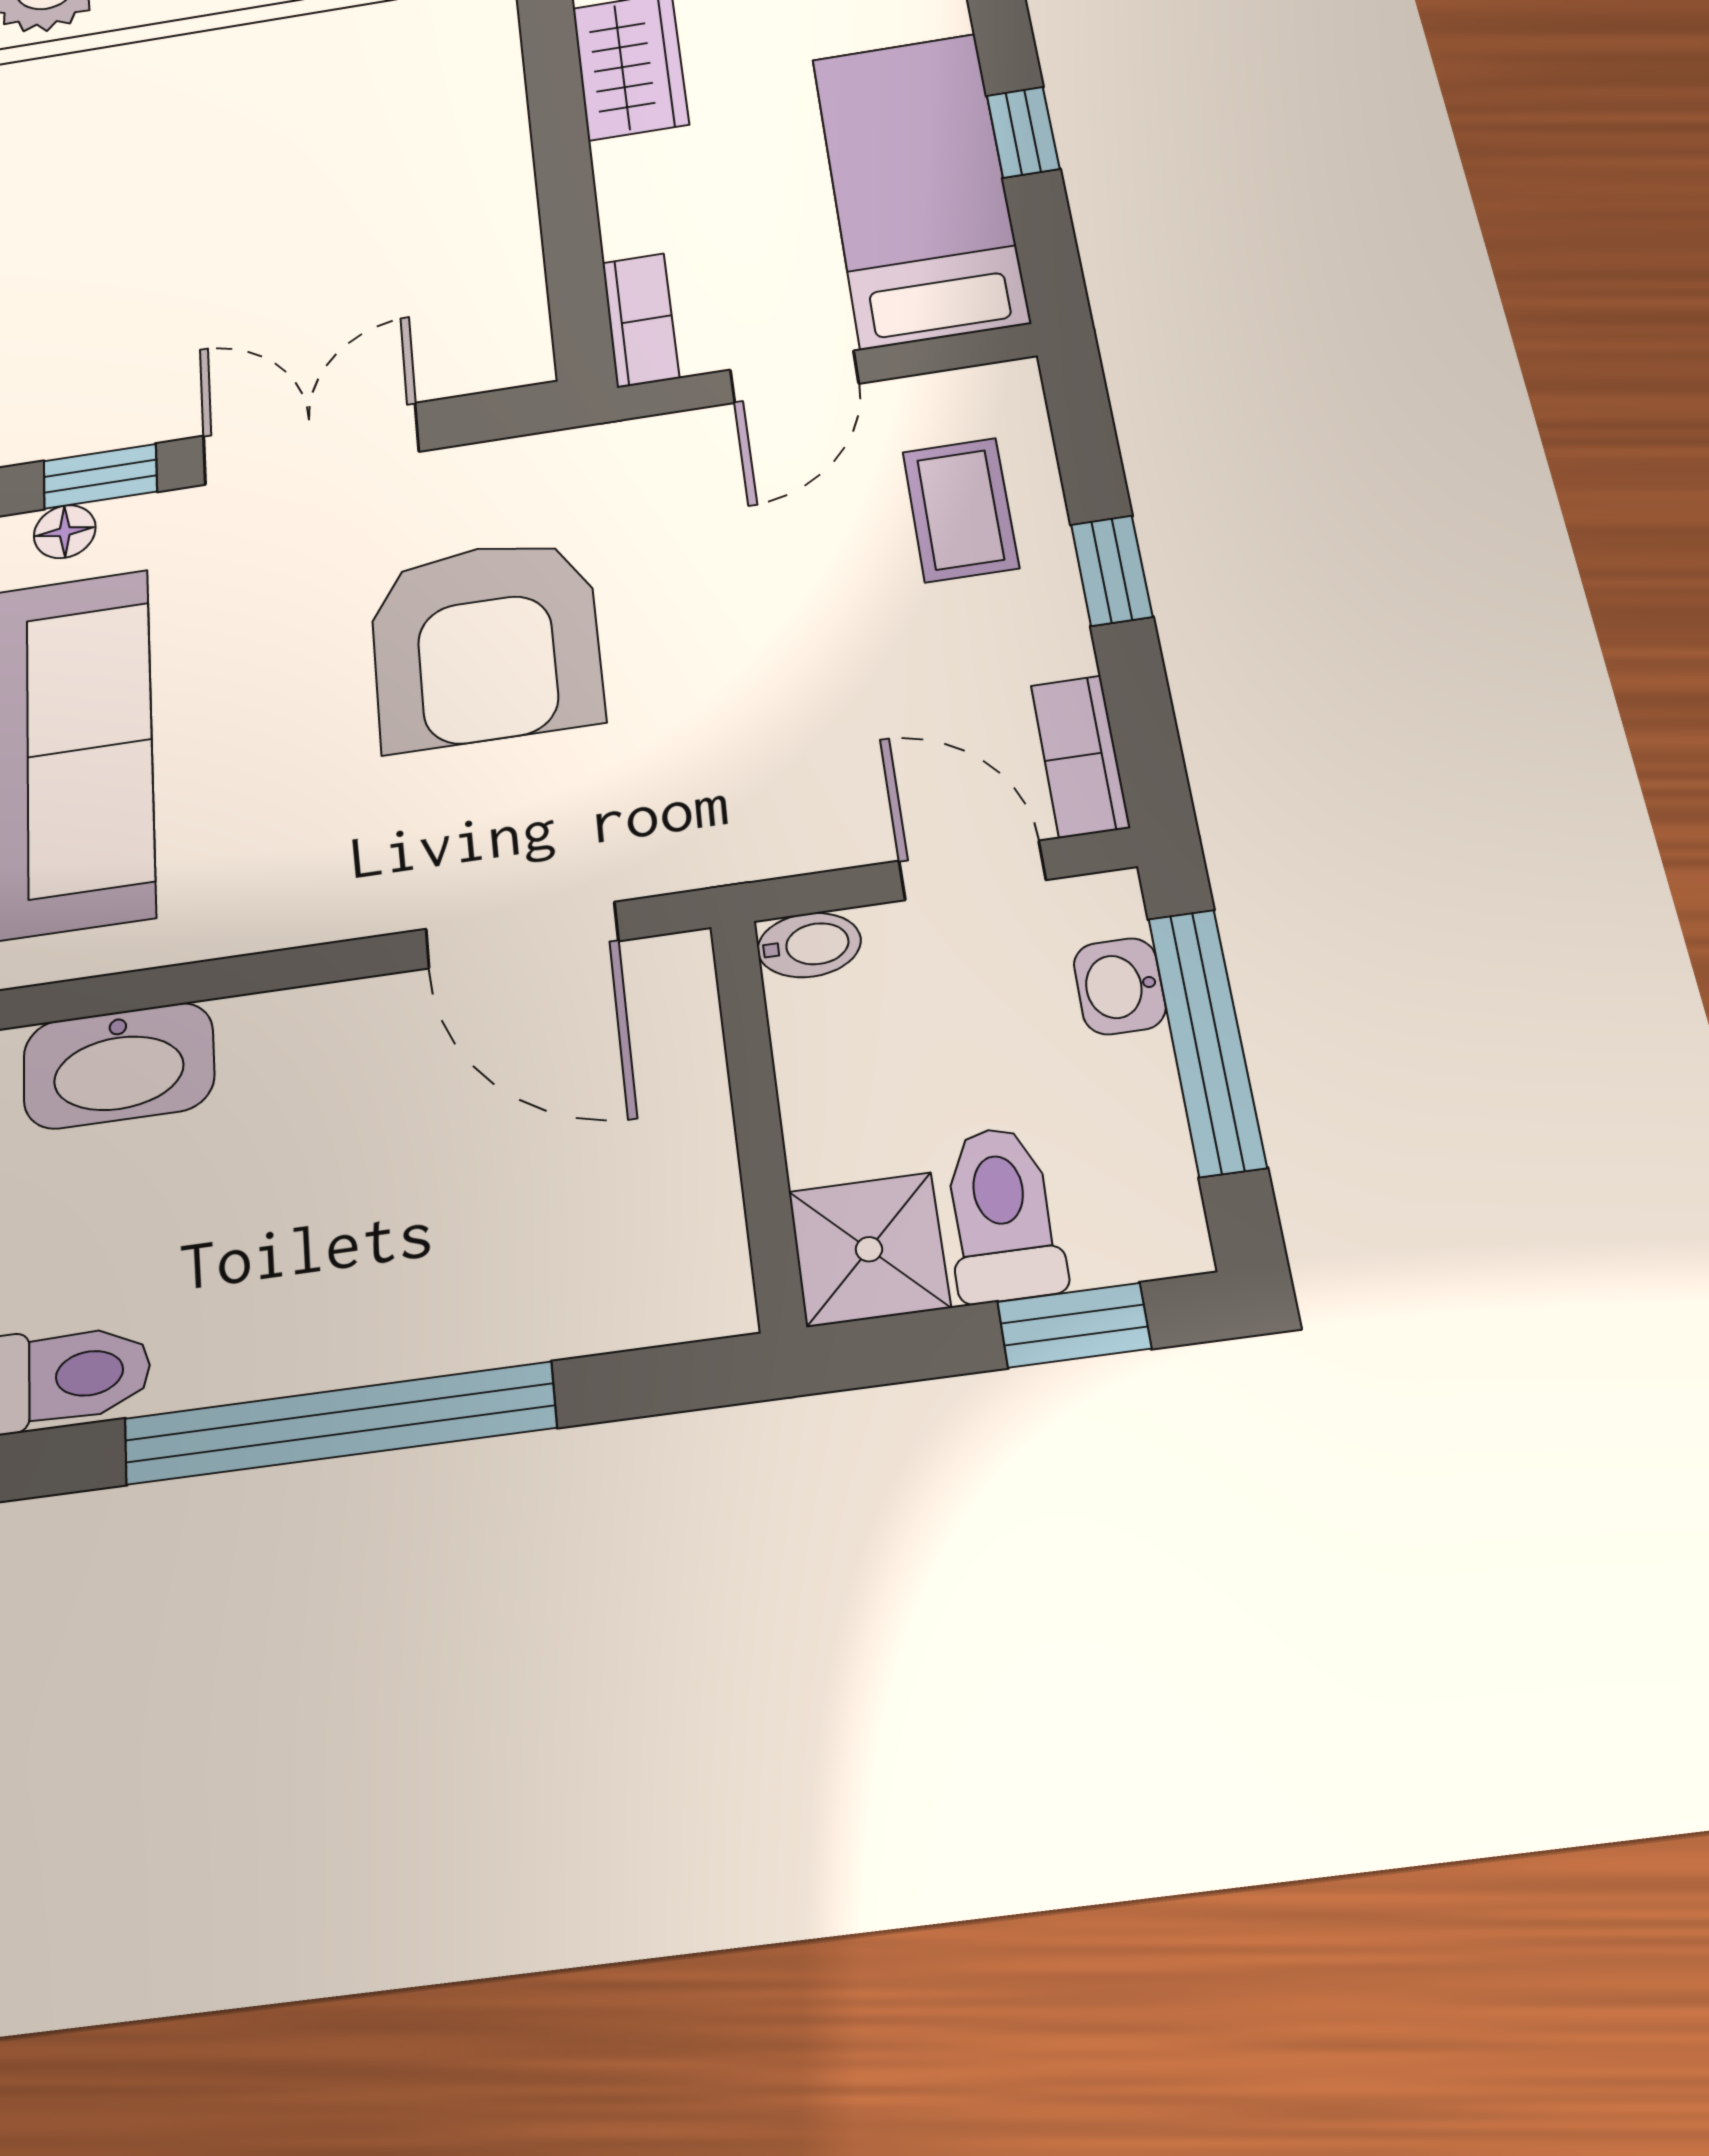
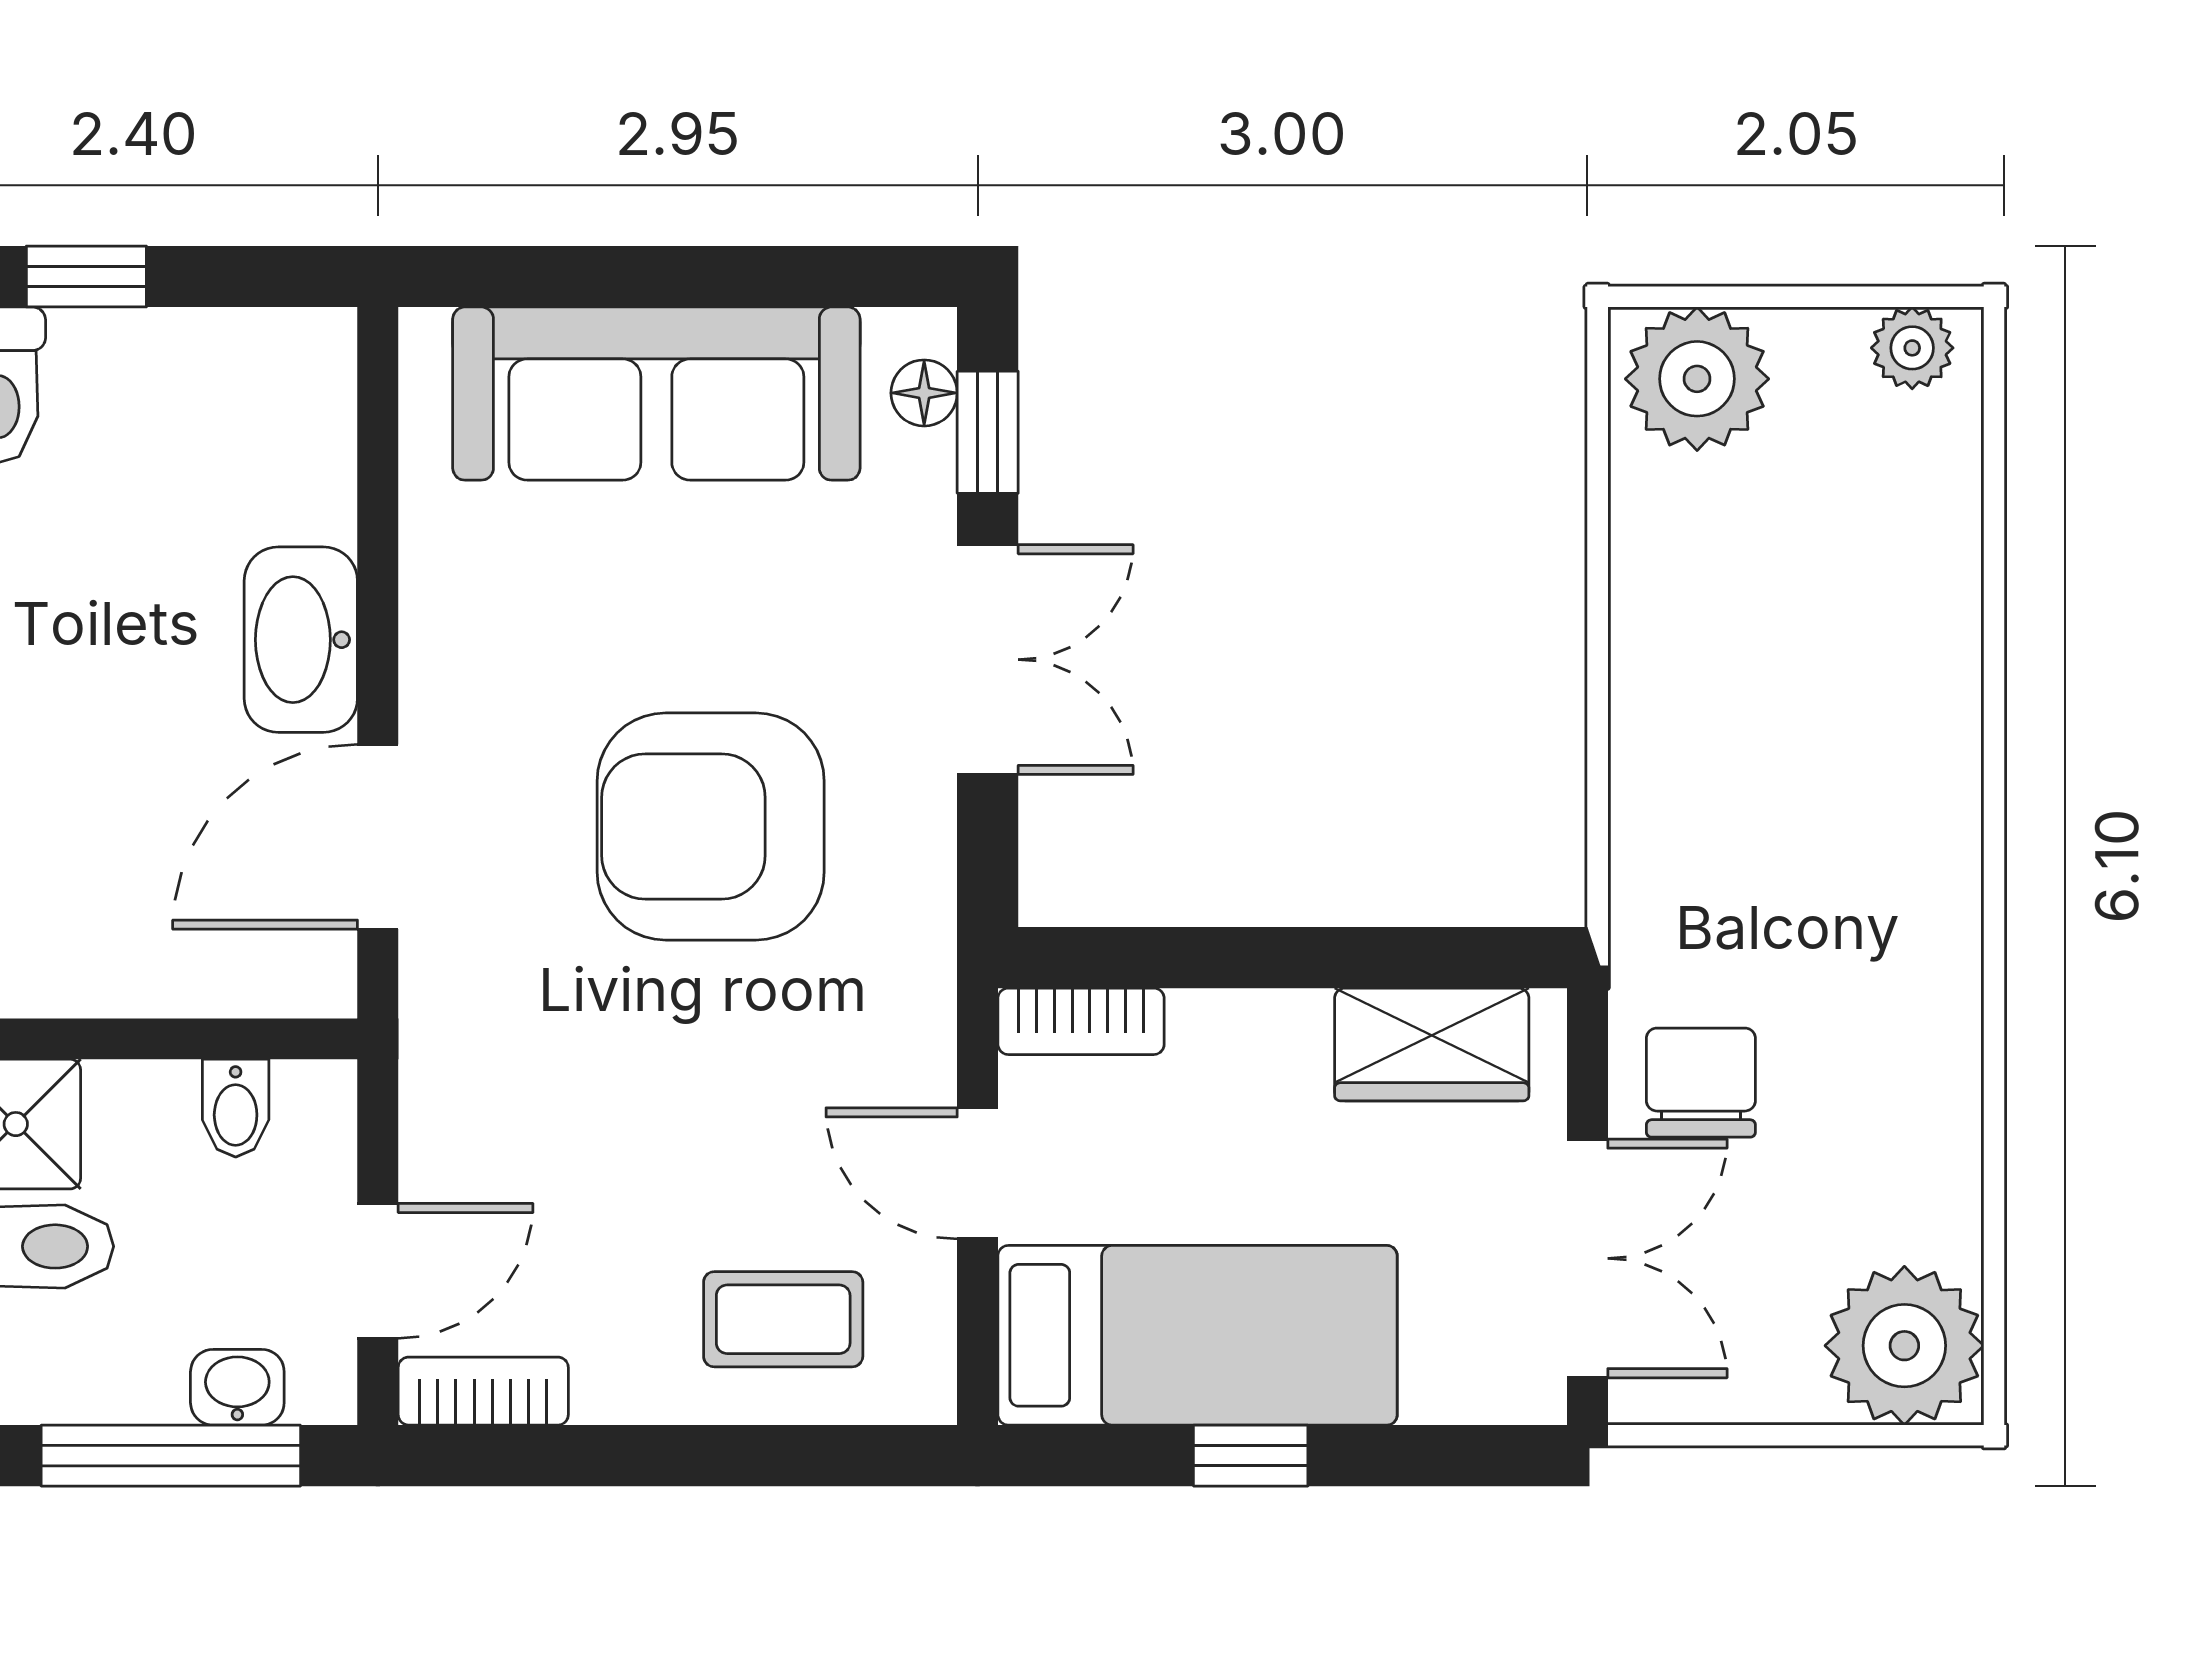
window: (1112, 571) -> (685, 1456), removed
bidet: (809, 945) -> (236, 1108), moved
washbasin: (119, 1066) -> (301, 640), moved

